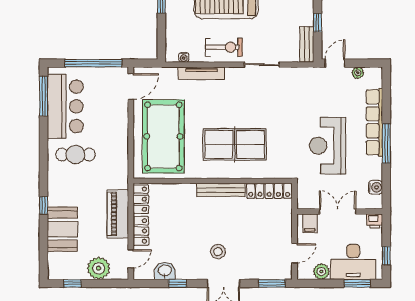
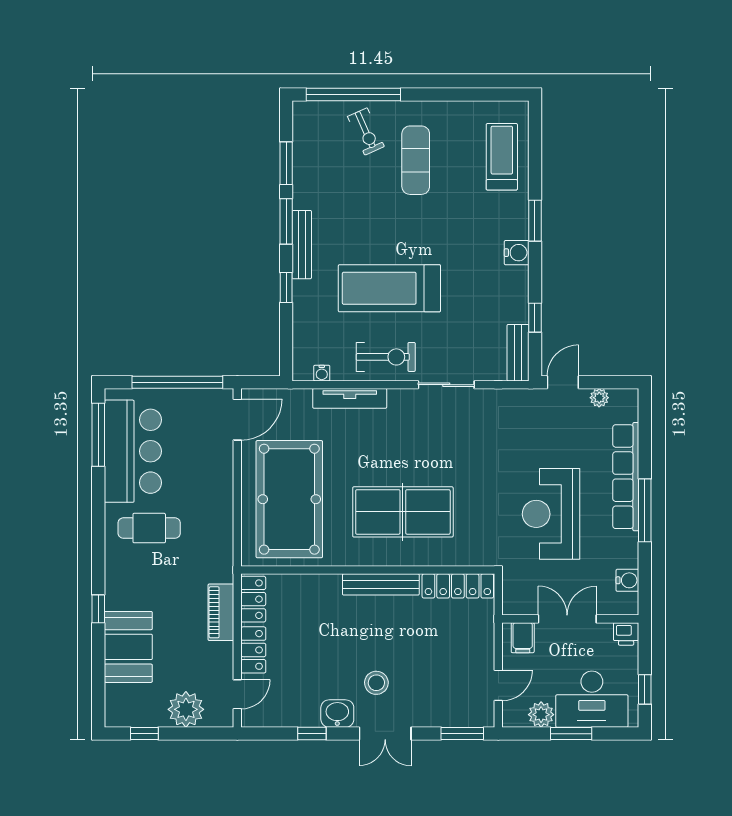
piano: (118, 214) -> (221, 612), width x0.73, depth x0.75
washbasin: (165, 271) -> (337, 714), moved
window: (357, 283) -> (571, 734), moved

